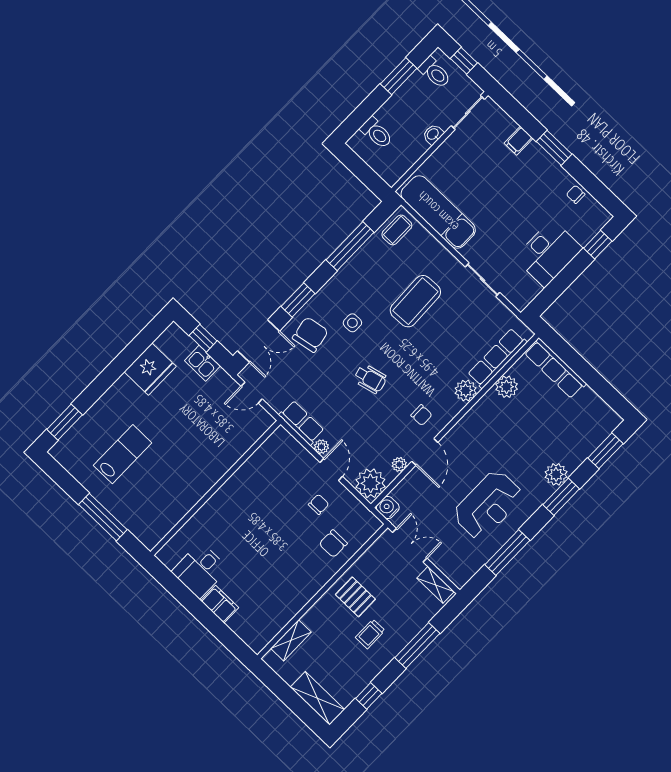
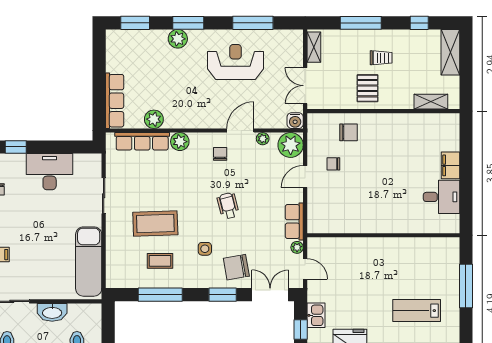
washbasin: (433, 134) -> (52, 312), width x1.91, depth x1.45
coffee table: (397, 230) -> (160, 261), moved
plant: (321, 447) -> (297, 247), moved

